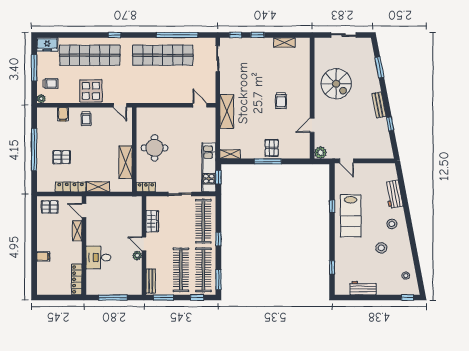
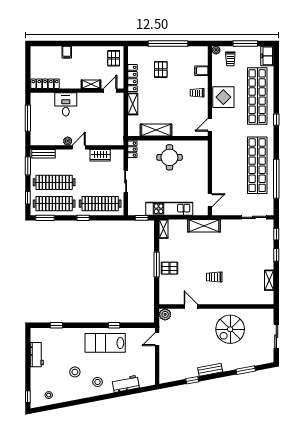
kitchen unit: (209, 167) -> (169, 209), moved

